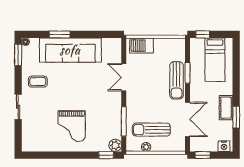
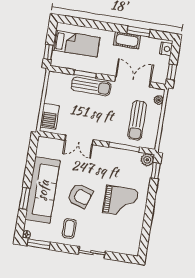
armchair: (71, 87) -> (80, 196), added
plant: (146, 147) -> (159, 100), moved

